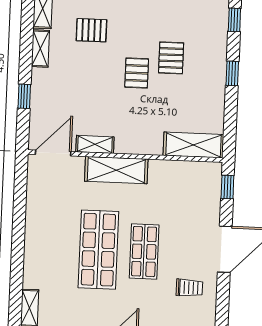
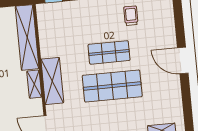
shelving: (95, 144) -> (34, 84), moved
shelving: (193, 145) -> (27, 37), width x1.47

